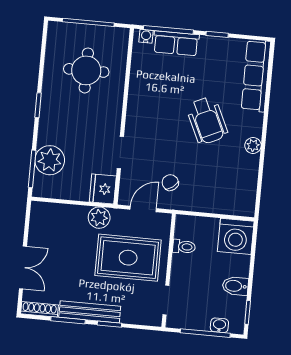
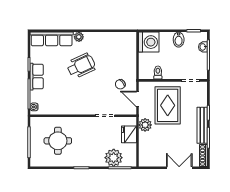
row of seats: (176, 43) -> (37, 77), moved
plant: (253, 146) -> (79, 37), moved
fridge: (103, 189) -> (129, 134), moved, turned 90

